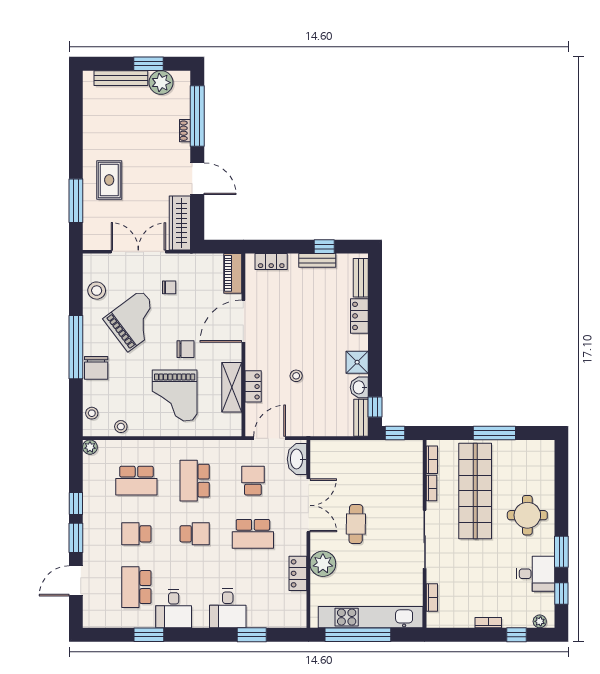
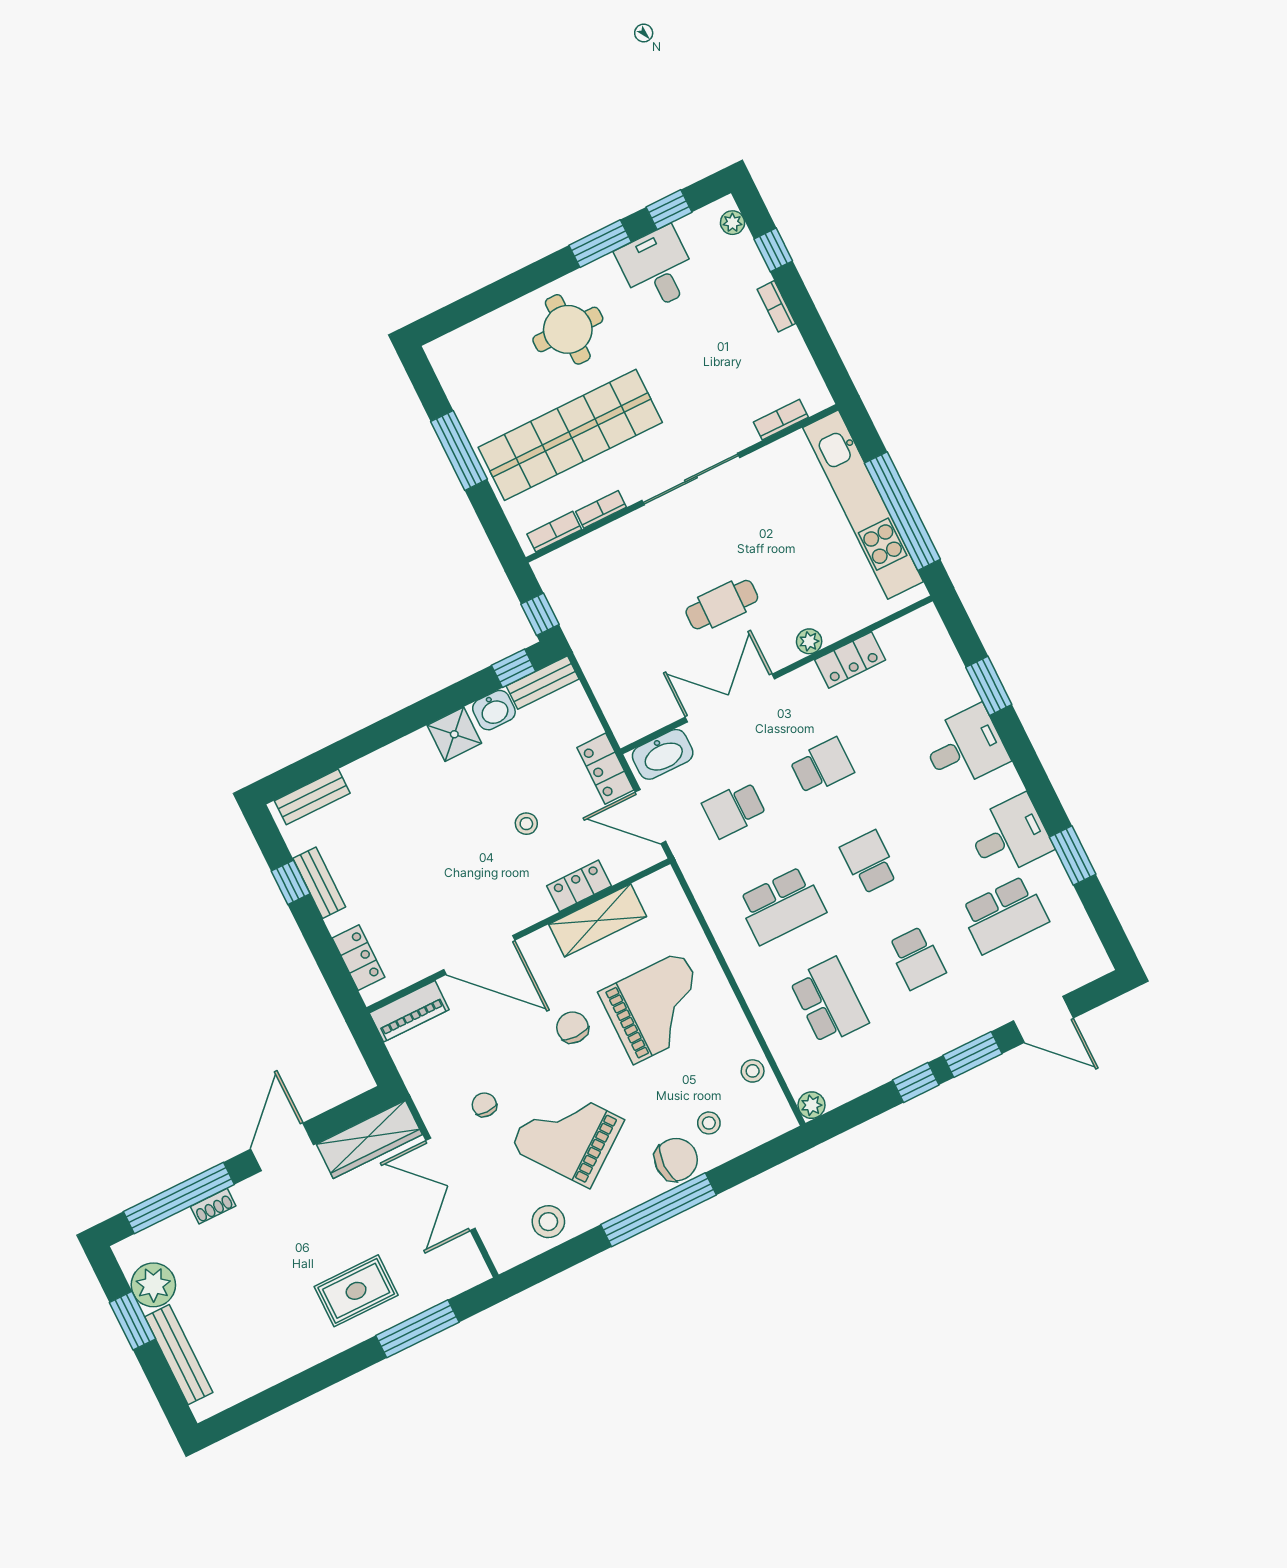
locker: (359, 316) -> (605, 769), moved, turned 90
stool: (92, 413) -> (709, 1123), moved
school desk: (253, 534) -> (822, 766), width x0.54
plant: (323, 564) -> (809, 641), width x0.53, depth x0.53

